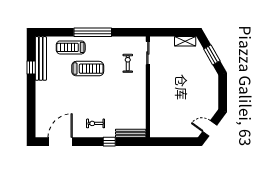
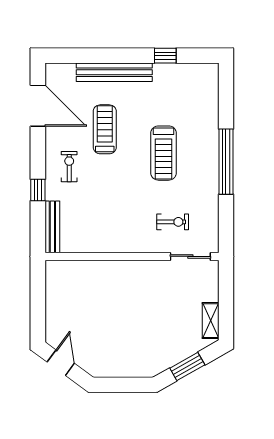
treadmill: (71, 47) -> (105, 129), moved
bench: (41, 58) -> (114, 72), moved

